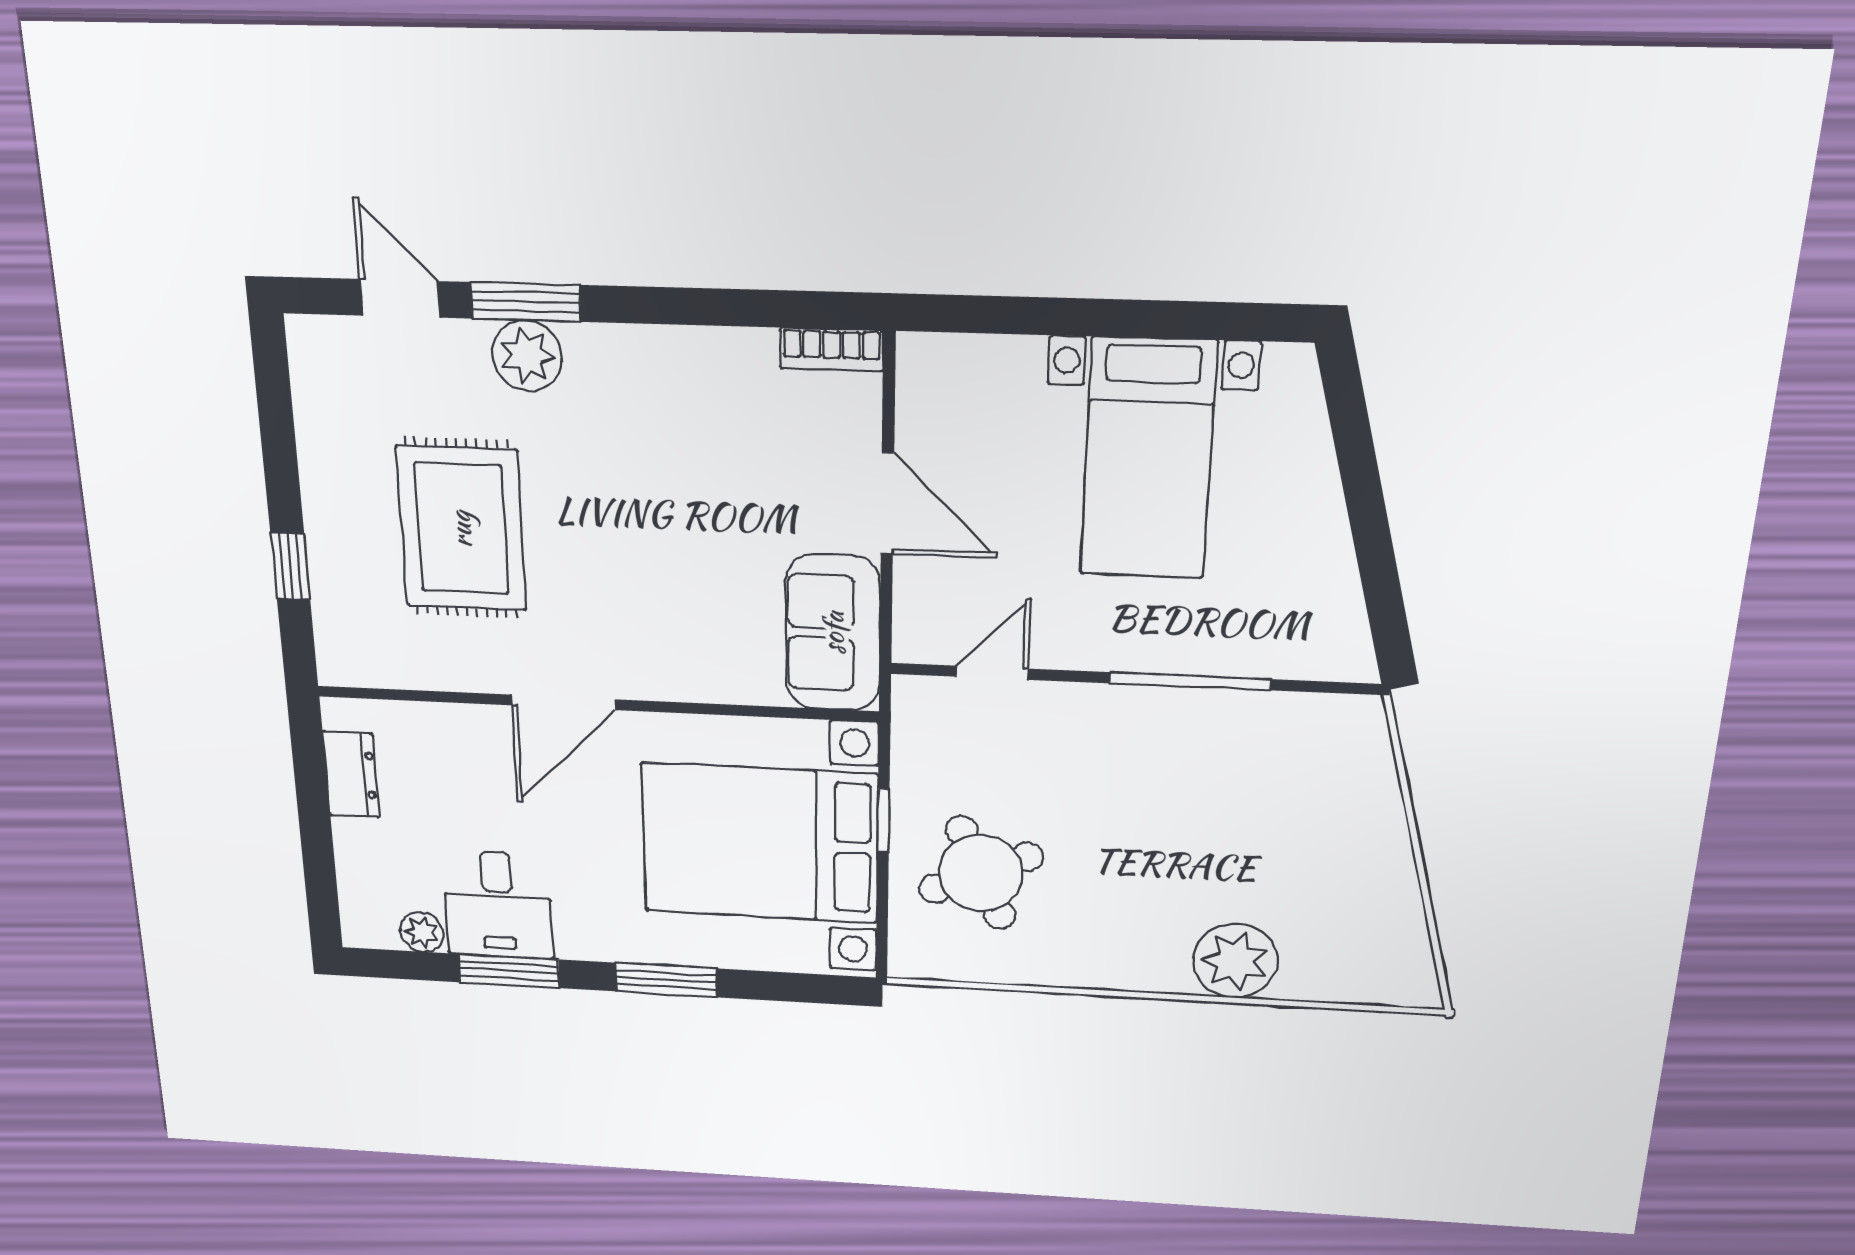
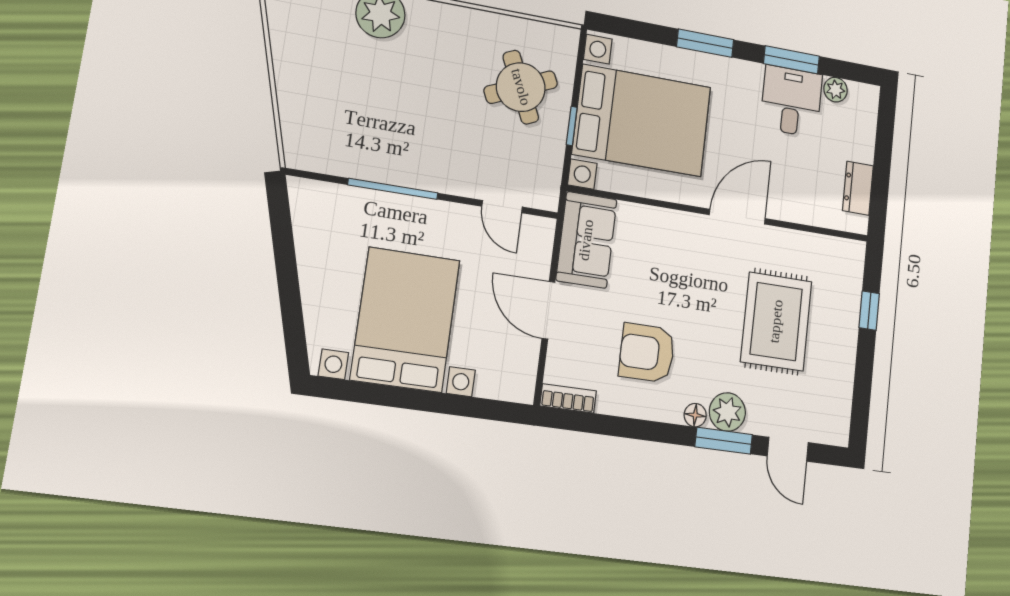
floor lamp: (587, 344) -> (695, 415), added
armchair: (695, 447) -> (647, 353), added
bed with nightstands: (1148, 459) -> (405, 320), width x1.36
door: (992, 673) -> (502, 207), hinge flipped

